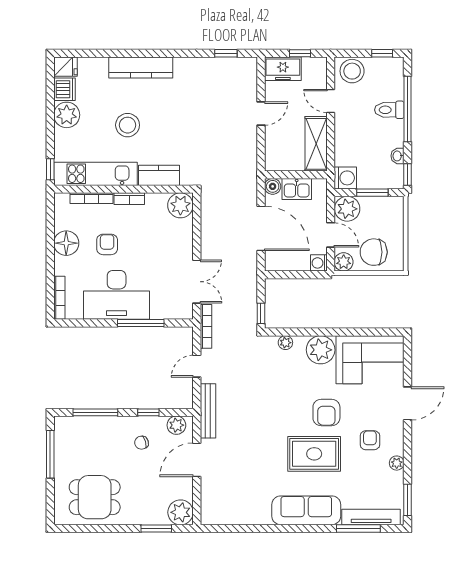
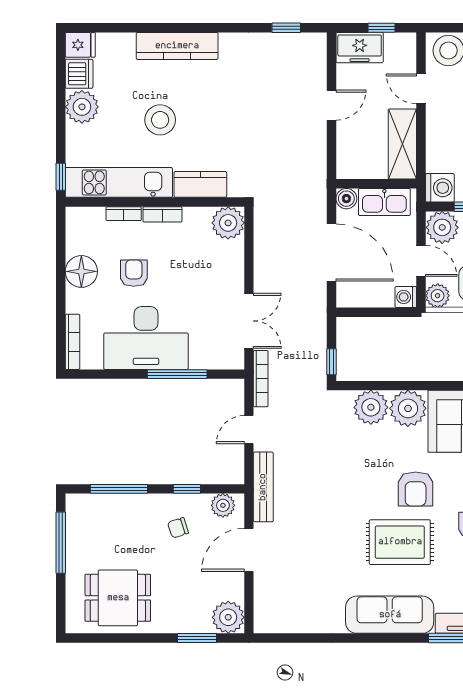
kitchen sink: (297, 189) -> (384, 202), width x1.38
bookcase: (91, 198) -> (124, 214), width x0.64
plant: (285, 343) -> (371, 407), width x1.87, depth x1.87

